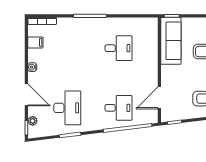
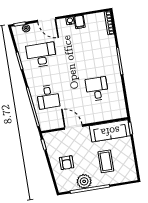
filing cabinet: (35, 42) -> (79, 22), moved
desk: (118, 48) -> (97, 89), turned 180
door: (26, 95) -> (47, 20), hinge flipped
door: (159, 98) -> (73, 127), moved
desk: (67, 108) -> (41, 55), turned 180

